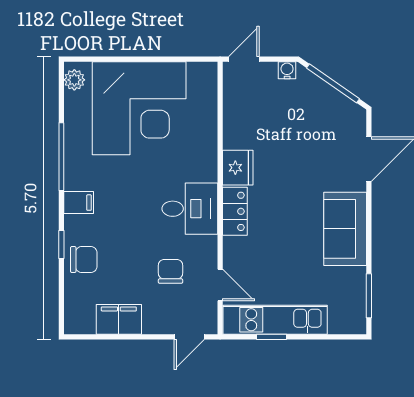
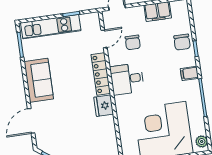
locker: (235, 211) -> (101, 74), width x1.53
chair: (84, 260) -> (182, 42), turned -90
door: (220, 285) -> (104, 39), swing flipped
kitchen unit: (275, 320) -> (51, 27), moved

